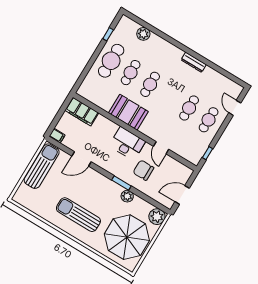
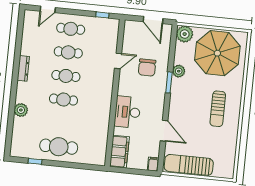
plant: (143, 34) -> (21, 110), moved
cafe table: (131, 73) -> (66, 76), moved
booth: (128, 112) -> (99, 108), removed
desk: (127, 144) -> (127, 112), moved
sun lounger: (78, 215) -> (218, 109), width x0.73, depth x0.75

